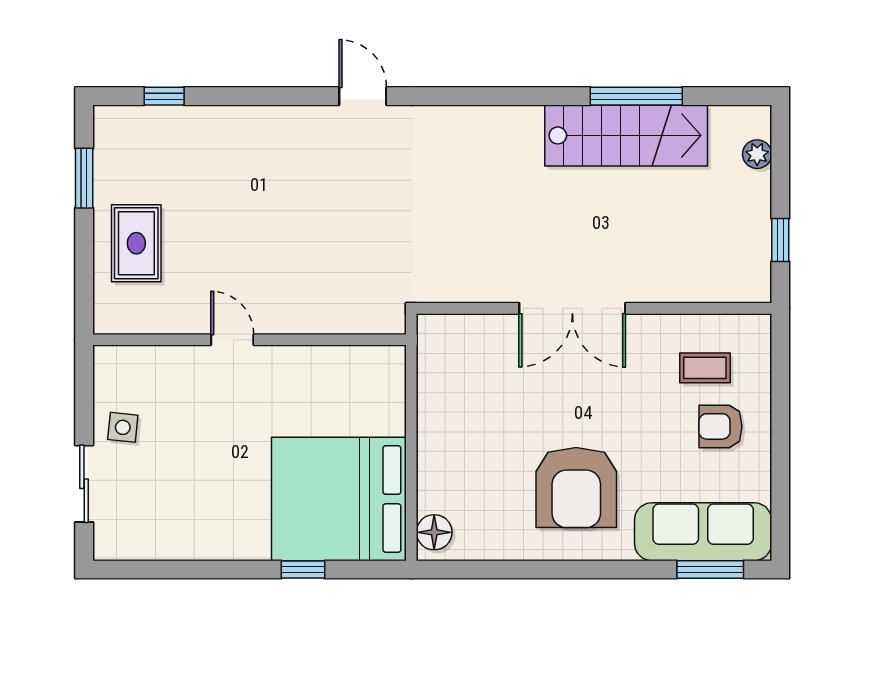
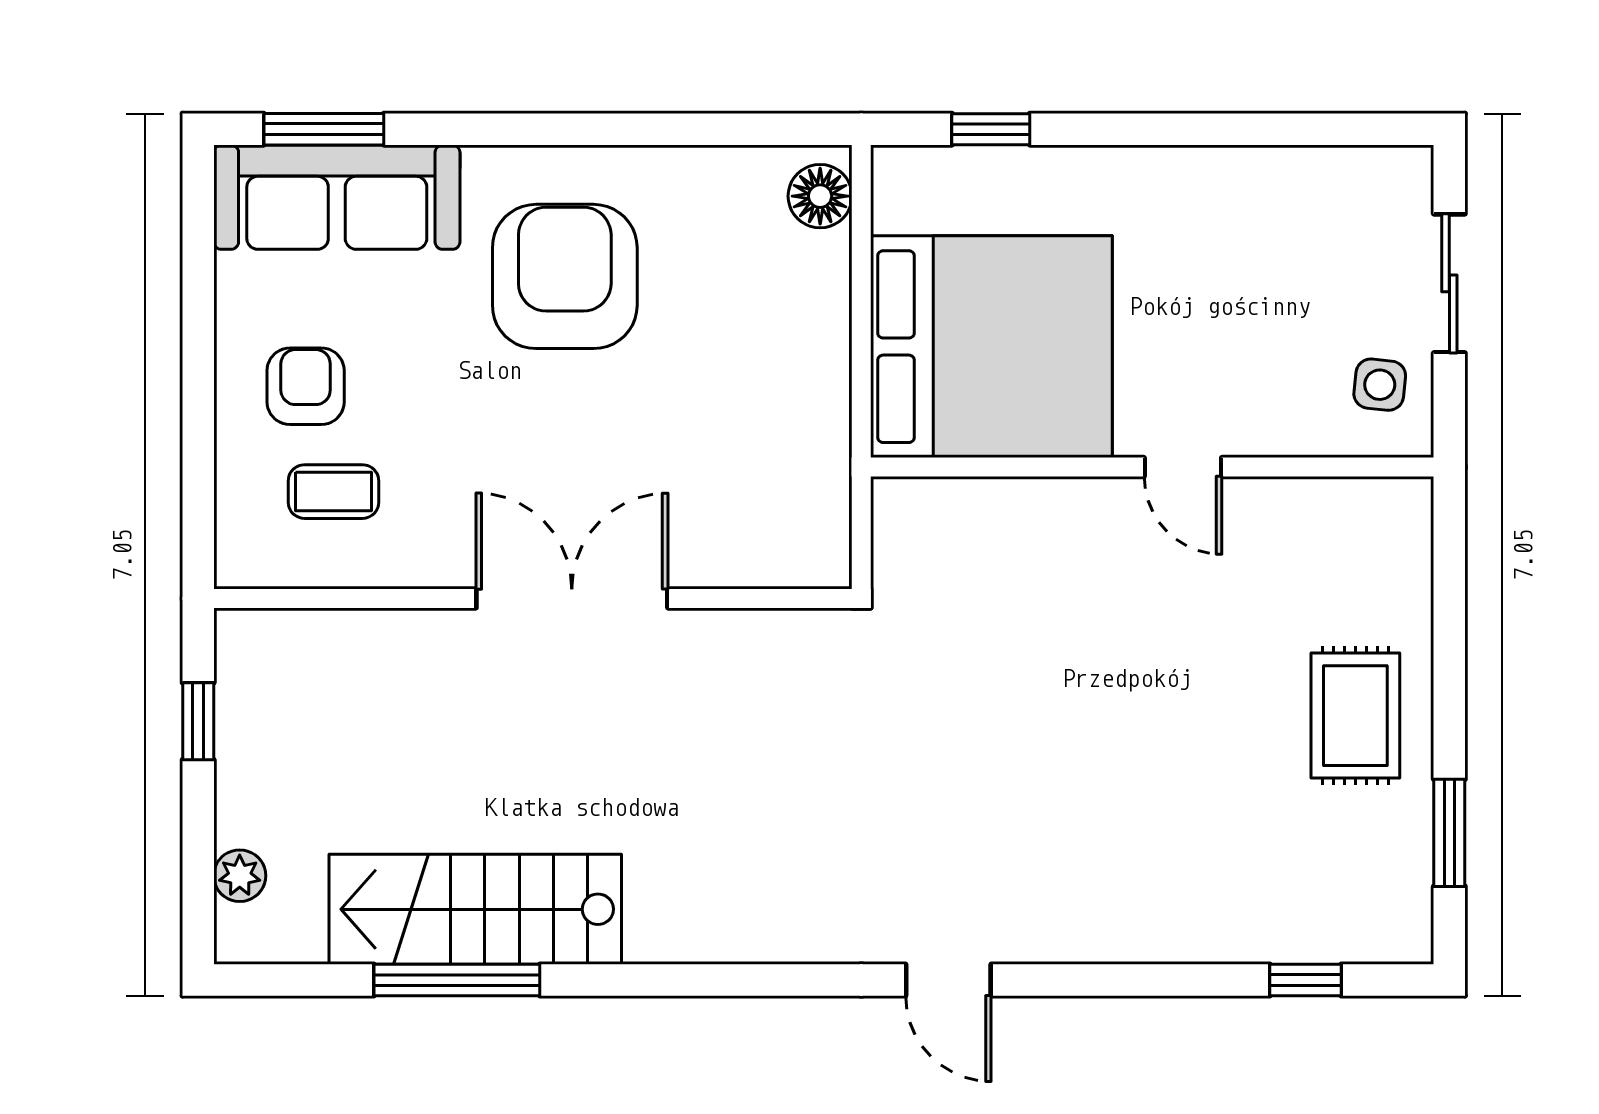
door: (232, 340) -> (1183, 467), moved
wall: (249, 340) -> (1152, 467), moved
armchair: (720, 426) -> (306, 386), turned -90
bed: (339, 499) -> (991, 347), moved
window: (303, 569) -> (991, 129), moved

